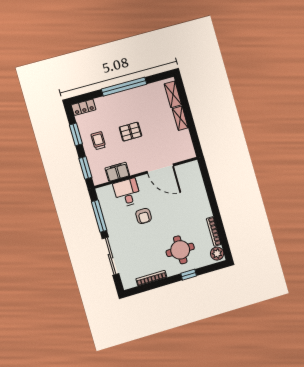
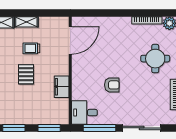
trolley: (98, 141) -> (31, 48), moved
door: (160, 169) -> (70, 40), moved
filing cabinet: (117, 172) -> (62, 87), moved
desk: (127, 193) -> (84, 113), moved

